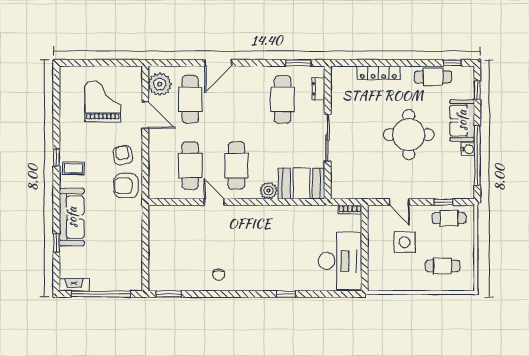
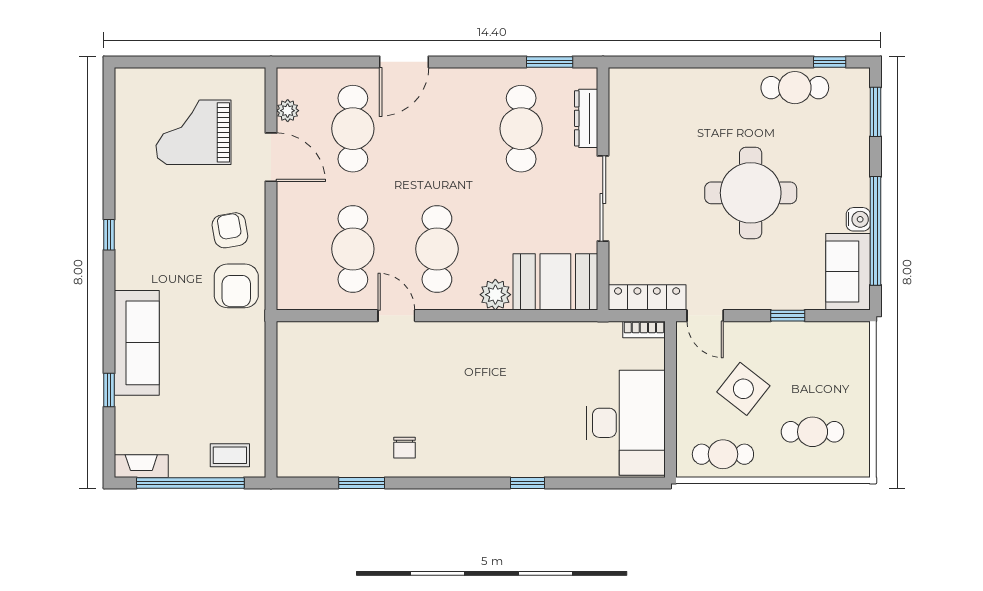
locker: (378, 73) -> (647, 297), moved, turned 180
plant: (160, 84) -> (288, 111), width x0.53, depth x0.53
dresser: (318, 89) -> (586, 118), width x1.44
window: (477, 90) -> (876, 112), width x1.50
grand piano: (103, 101) -> (194, 132), turned -90
sofa: (462, 120) -> (848, 272), moved
coffee table: (73, 168) -> (230, 455), moved
armchair: (126, 186) -> (236, 286), turned -90
door: (399, 202) -> (705, 316), moved
window: (444, 202) -> (788, 316), moved
cafe table: (449, 218) -> (723, 454), moved
side table: (405, 242) -> (743, 389), turned 38
window: (169, 294) -> (362, 483), moved

